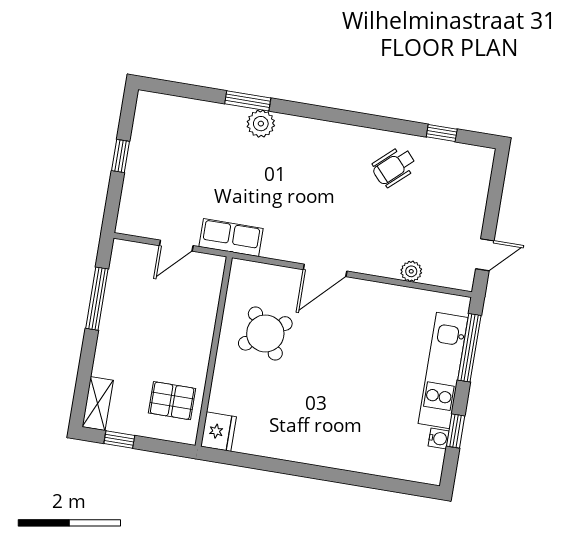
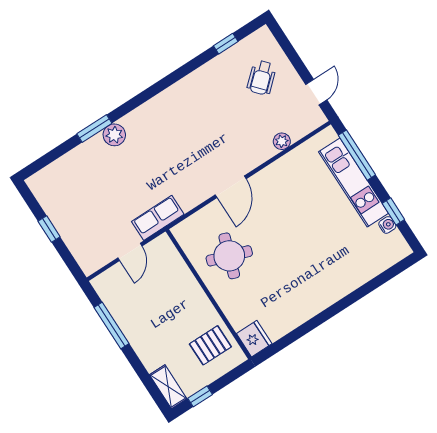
wheelchair: (394, 167) -> (262, 78), moved
round table: (265, 333) -> (229, 256), turned -35

